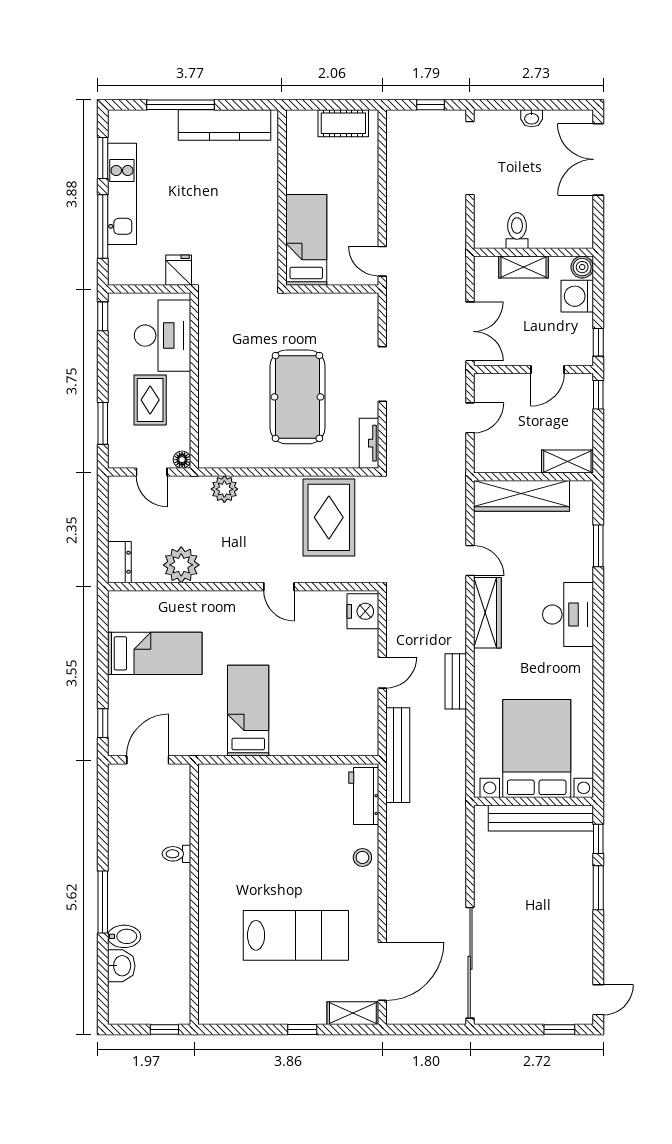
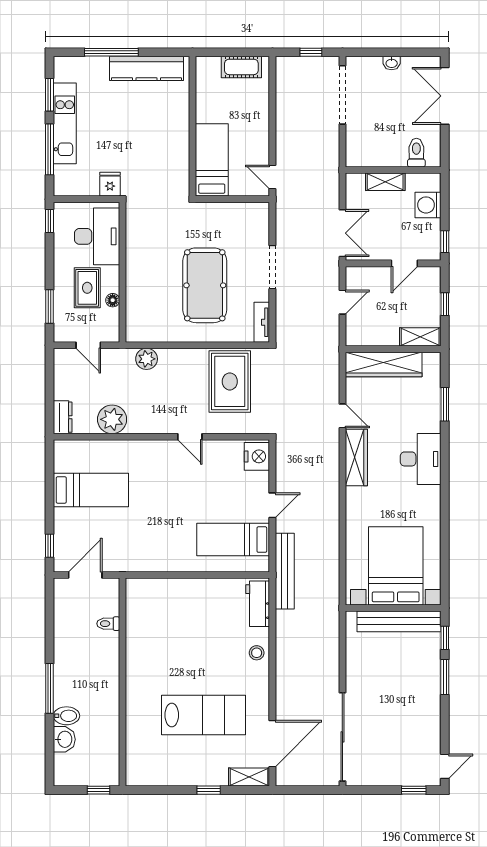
toilet: (517, 231) -> (416, 153), moved
boiler: (582, 267) -> (432, 182), removed
window: (598, 395) -> (445, 304), moved
floor lamp: (182, 460) -> (113, 300), moved
bench: (456, 681) -> (331, 512), removed
bed: (248, 711) -> (233, 540), moved, turned -90
toilet: (176, 854) -> (108, 624), moved

